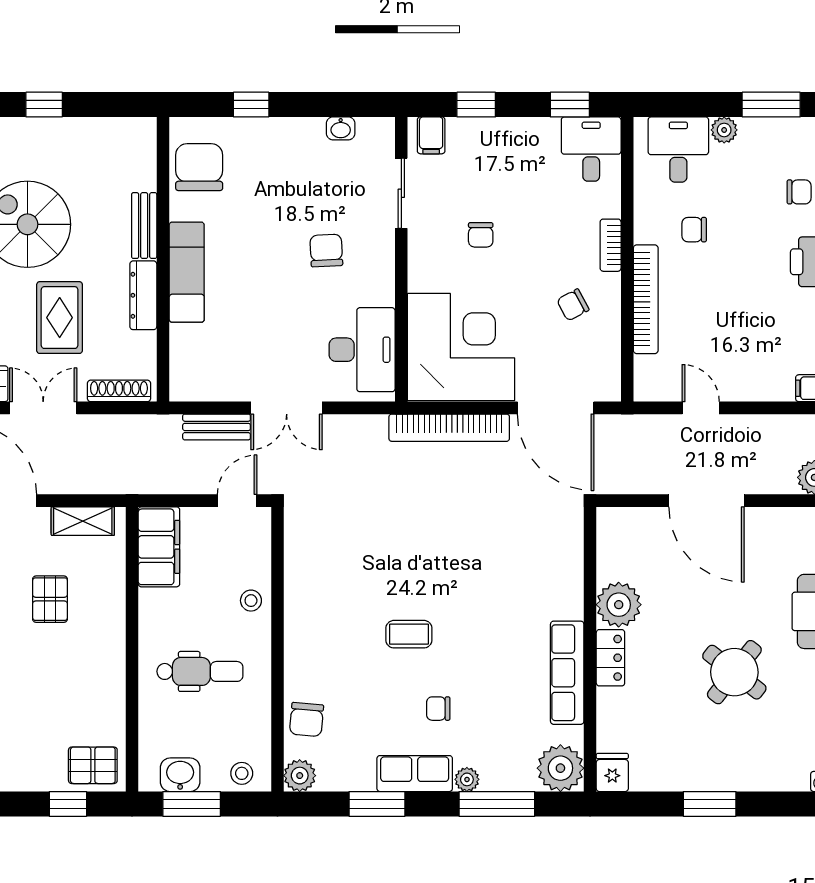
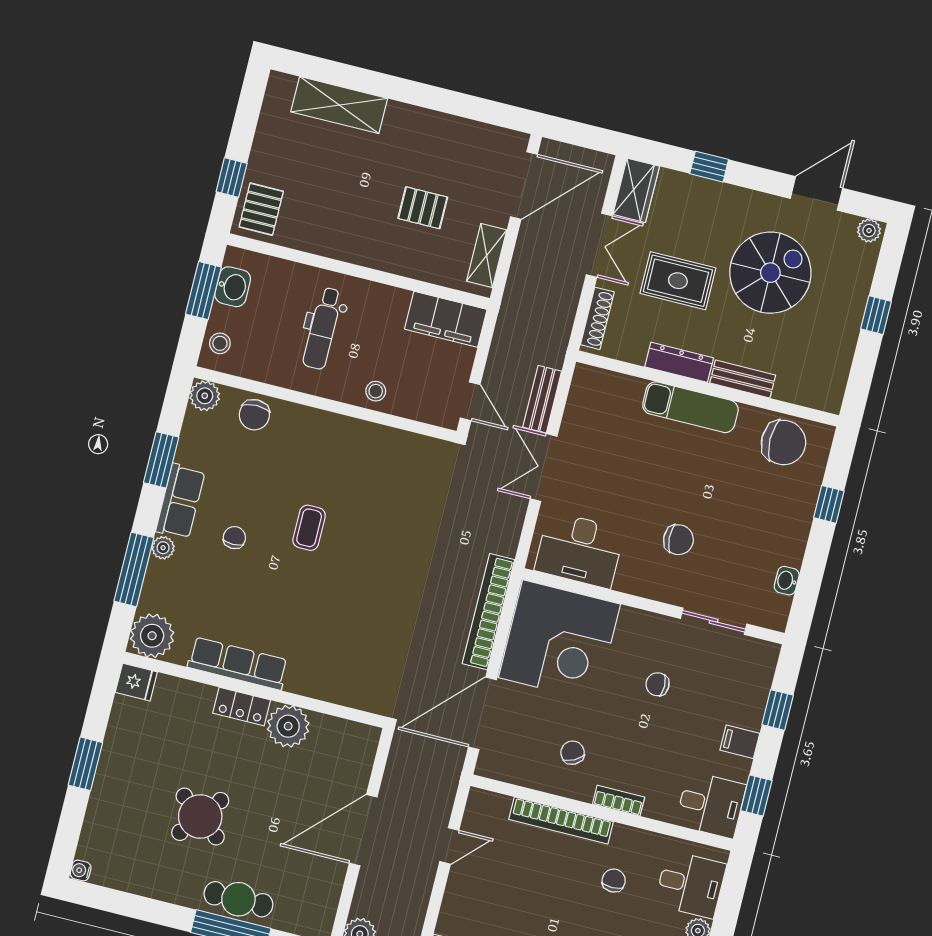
filing cabinet: (431, 135) -> (740, 742), moved
chair: (307, 720) -> (254, 415), turned -95

